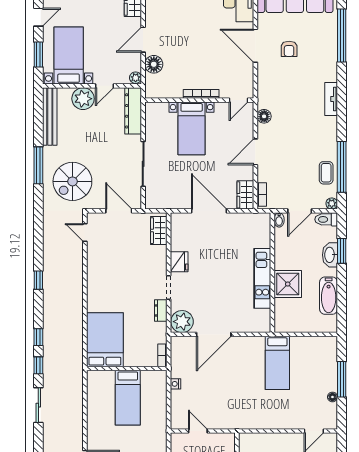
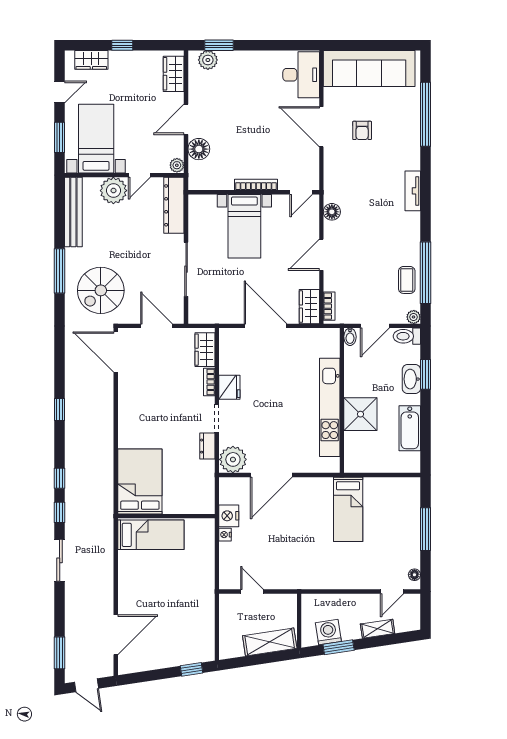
door: (85, 233) -> (116, 352), width x1.87
kitchen unit: (262, 278) -> (330, 407), width x1.36
bookcase: (162, 355) -> (209, 382), moved
nightstand: (179, 368) -> (229, 516), added
floor lamp: (332, 397) -> (414, 575), moved
bed: (128, 398) -> (151, 535), moved, turned -90

